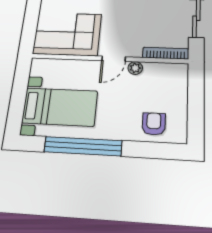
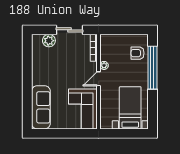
door: (114, 59) -> (99, 79), swing flipped
window: (83, 146) -> (152, 68), moved

